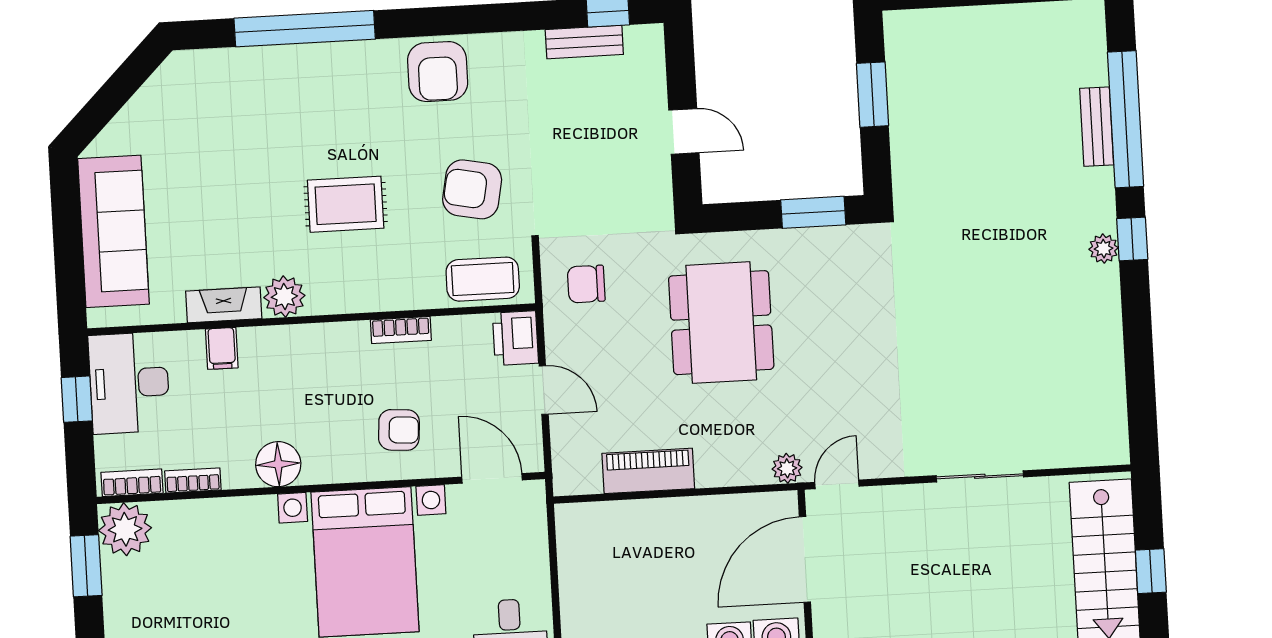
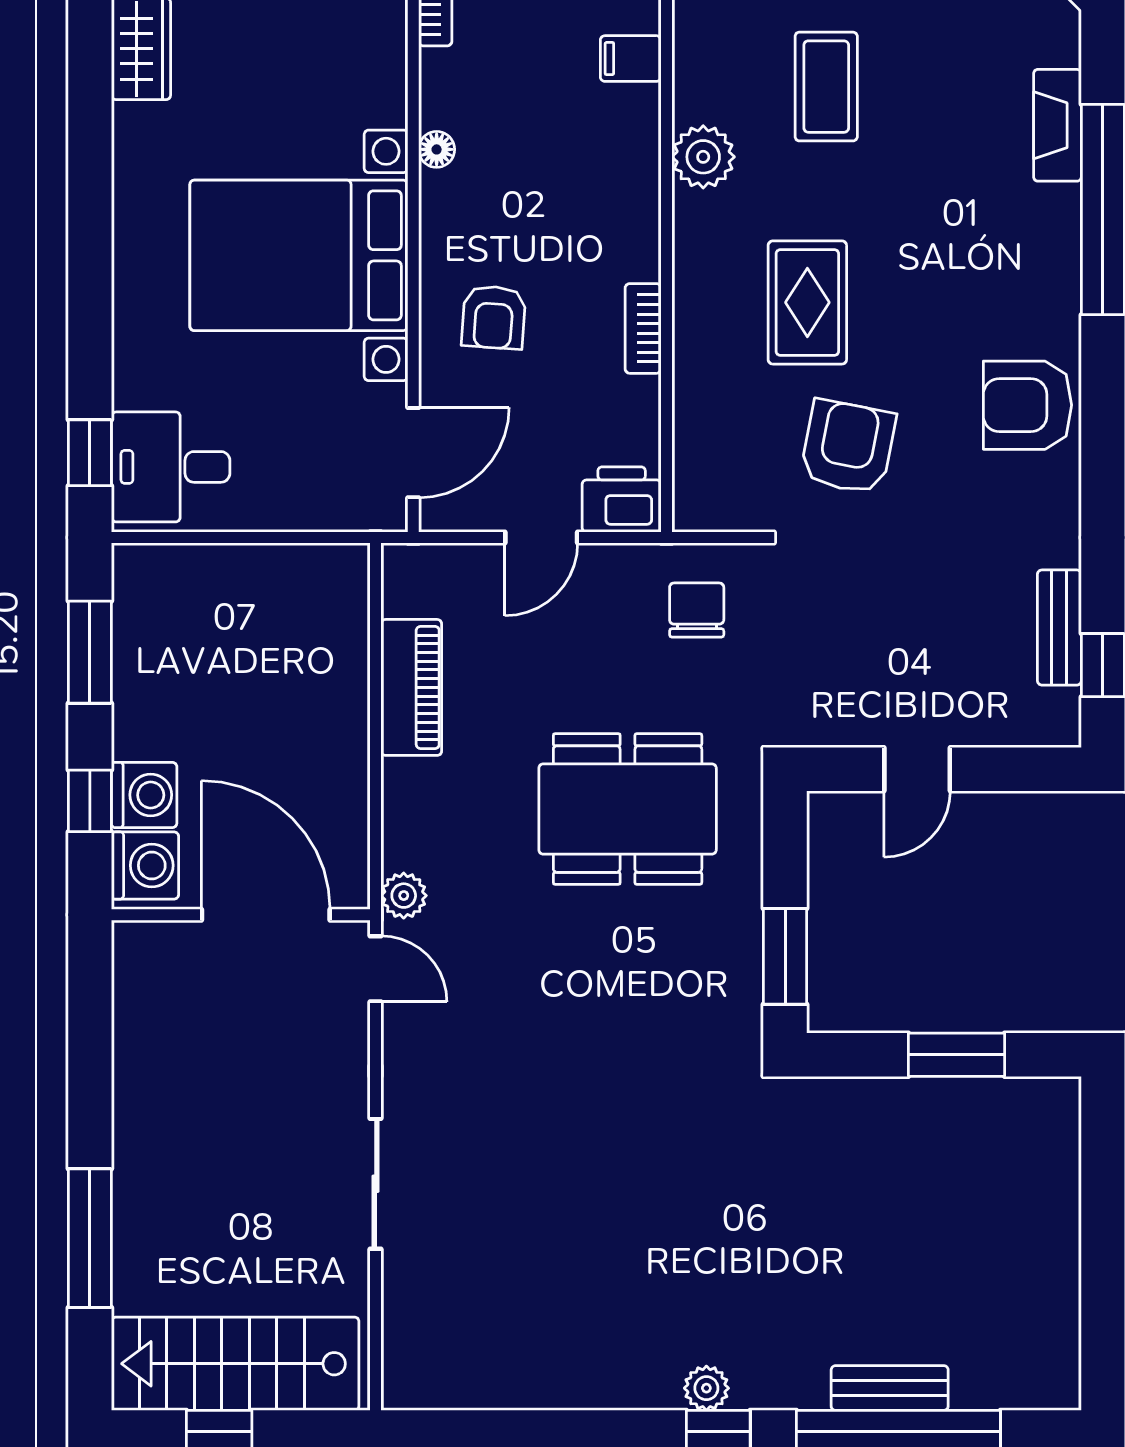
rug: (346, 204) -> (807, 302), moved
coffee table: (483, 279) -> (826, 87), moved
fireplace: (224, 305) -> (1057, 125), moved, turned 180
floor lamp: (278, 464) -> (437, 149), width x0.53, depth x0.53

